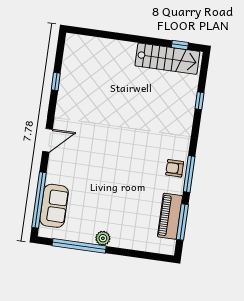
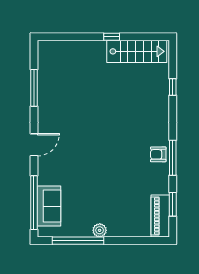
window: (180, 45) -> (112, 37), moved
window: (56, 82) -> (34, 88), width x2.17
piano: (170, 216) -> (160, 216), moved
window: (182, 222) -> (173, 204), width x0.69

